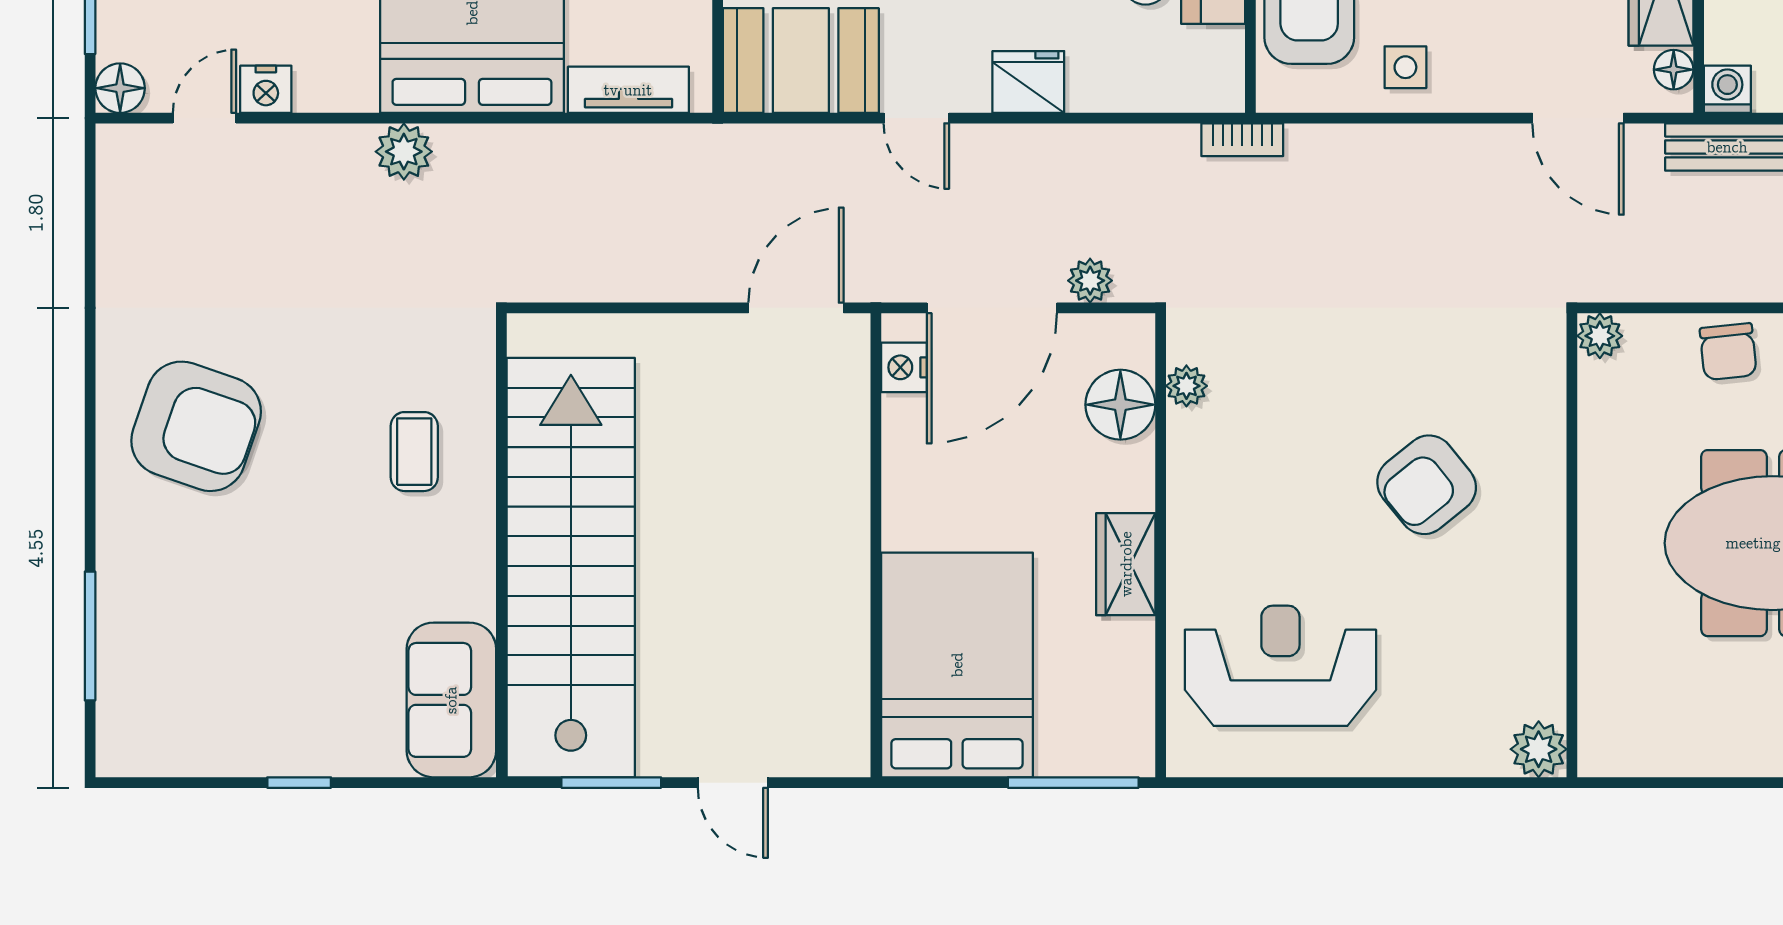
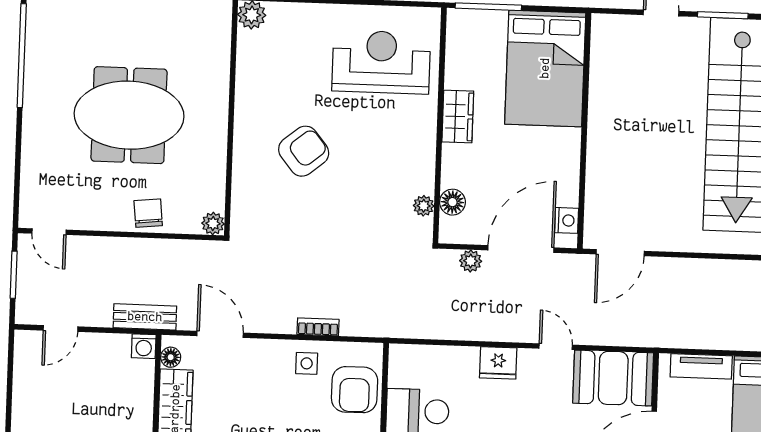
bookcase: (1242, 140) -> (318, 327), moved
floor lamp: (1120, 405) -> (452, 202), width x0.73, depth x0.73
reception desk: (1280, 666) -> (381, 62), turned 180

